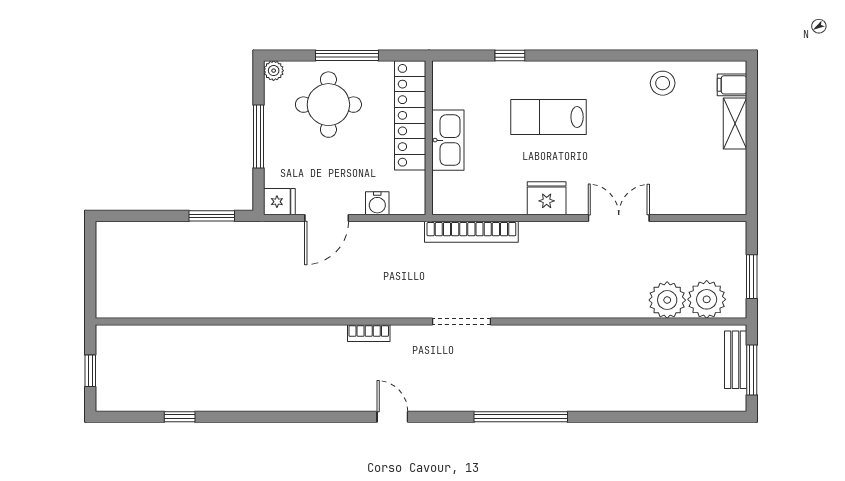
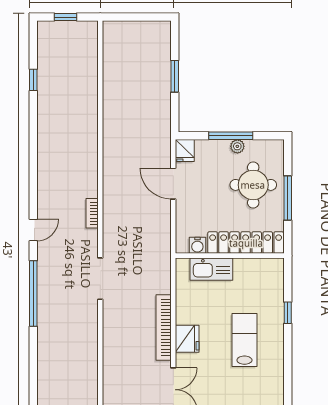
plant: (274, 71) -> (237, 146), moved
kitchen sink: (448, 140) -> (211, 269), moved
water cooler: (377, 203) -> (197, 245), moved, turned -90
window: (212, 216) -> (175, 76), moved
bookcase: (471, 232) -> (164, 328), moved
window: (521, 417) -> (33, 293), moved

